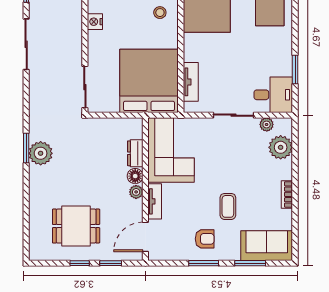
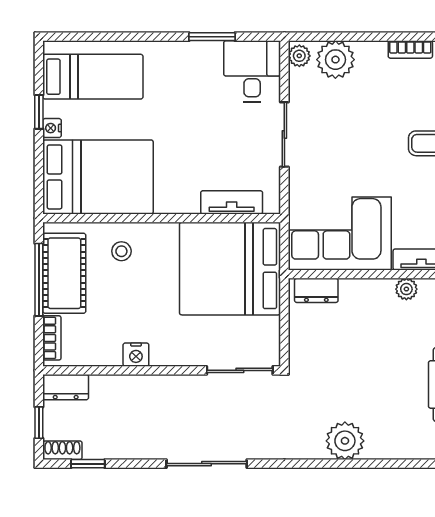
sliding door: (26, 44) -> (207, 464), moved
plant: (267, 124) -> (299, 56), moved
window: (26, 148) -> (337, 464), removed
dresser: (135, 153) -> (316, 290), moved
floor lamp: (135, 176) -> (381, 291), removed

